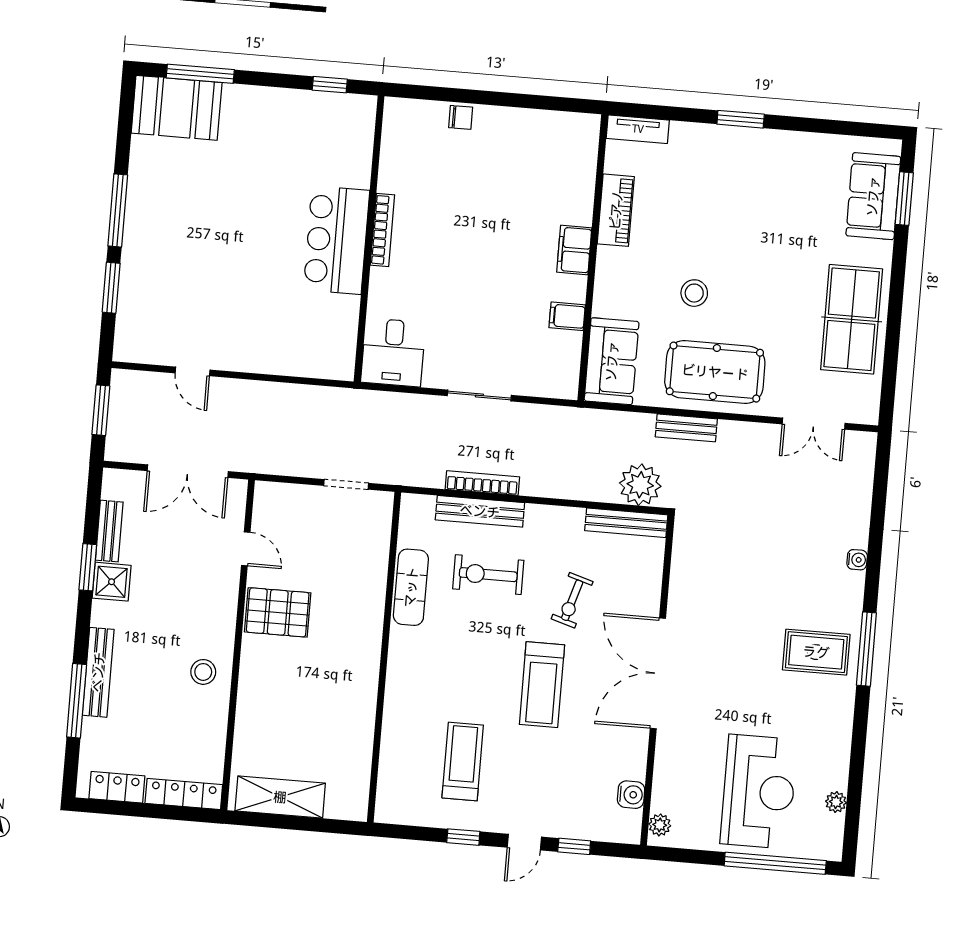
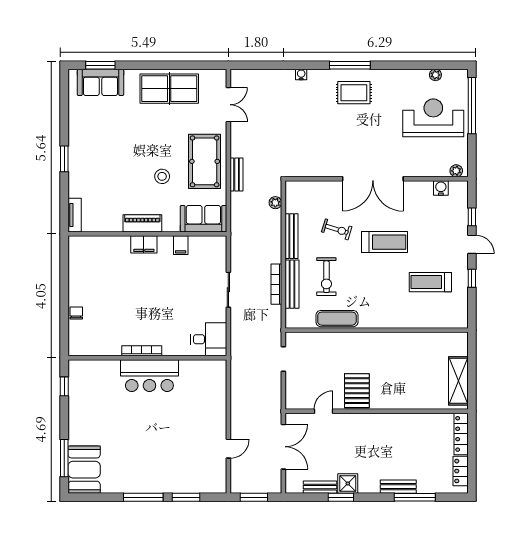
piano: (616, 210) -> (142, 223), moved
plant: (640, 485) -> (275, 203), width x0.53, depth x0.53
bench: (626, 523) -> (292, 236), moved
rug: (816, 652) -> (354, 93), turned 90
bench: (98, 672) -> (398, 487), width x0.73
stool: (203, 672) -> (393, 429), removed

